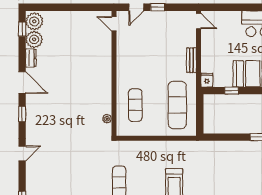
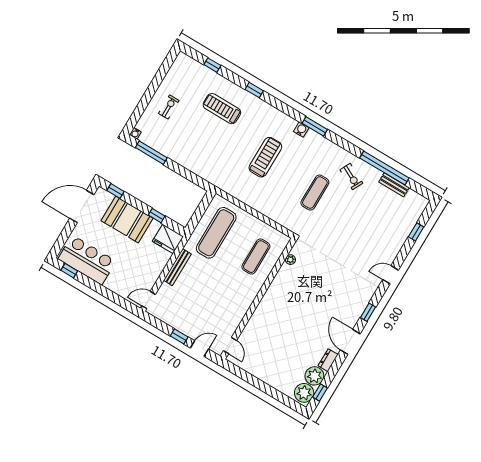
door: (199, 21) -> (148, 300), hinge flipped
bench: (191, 60) -> (177, 267), width x1.36
fridge: (207, 80) -> (168, 239), width x1.88, depth x1.34

